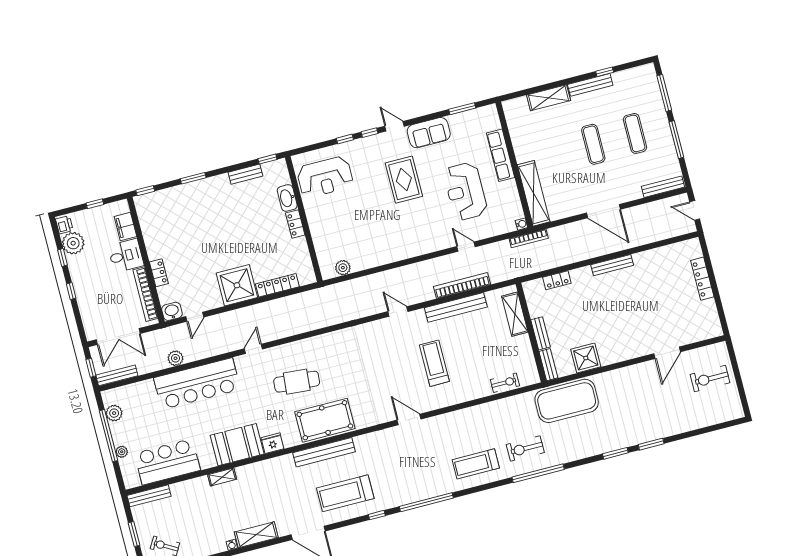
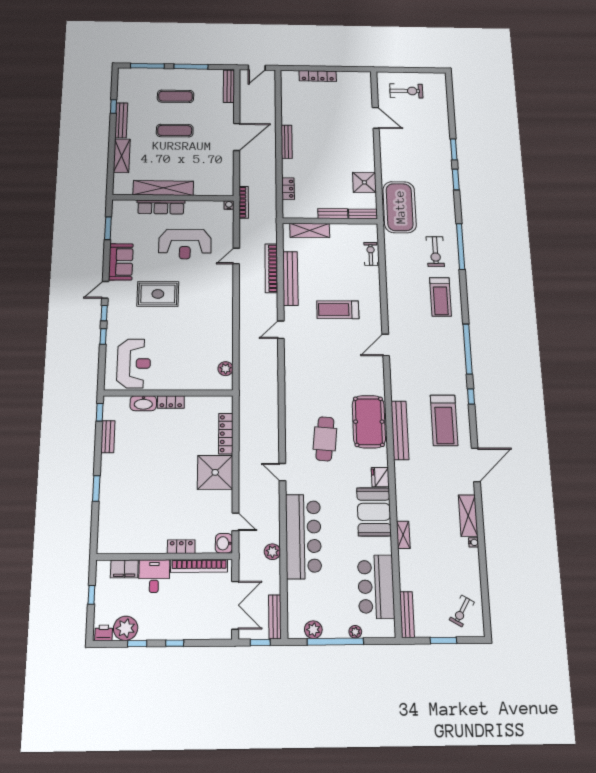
window: (145, 191) -> (94, 539), removed
shelving: (534, 193) -> (163, 188), moved
exercise bike: (710, 379) -> (406, 91), turned -90

